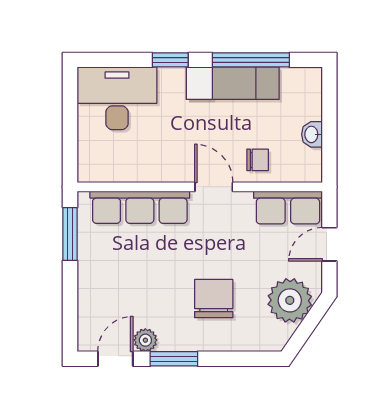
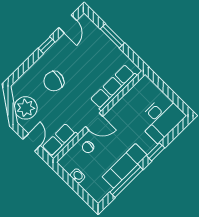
window: (70, 234) -> (112, 36), moved
chair: (214, 299) -> (54, 81), turned 104
plant: (145, 340) -> (64, 41), removed
window: (174, 359) -> (47, 45), width x0.67

